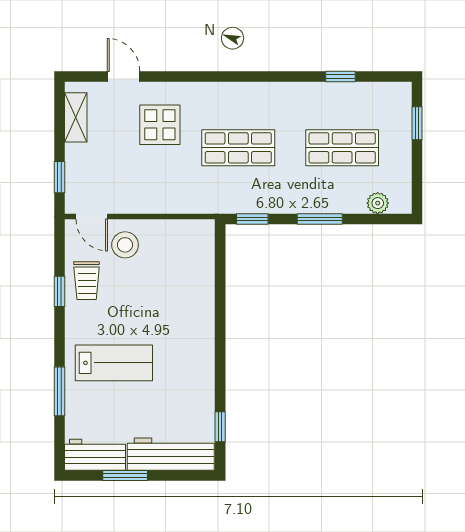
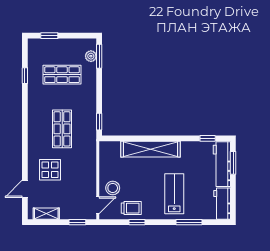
shop shelf: (342, 148) -> (62, 75), turned 90
window: (320, 219) -> (99, 56), moved
shelving: (199, 317) -> (151, 149), added
window: (125, 476) -> (233, 163), moved

